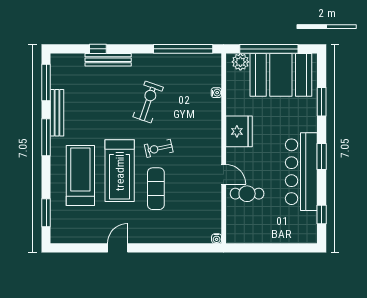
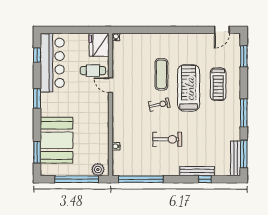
booth: (281, 75) -> (56, 140), moved, turned 90
exercise bike: (148, 102) -> (167, 139), turned -109
window: (322, 102) -> (37, 152), moved
bench: (57, 113) -> (236, 158), moved
fridge: (239, 131) -> (99, 45), moved
bar counter: (301, 172) -> (52, 63), moved
treadmill: (80, 176) -> (218, 84), width x0.73, depth x0.73
door: (118, 248) -> (222, 30), moved

